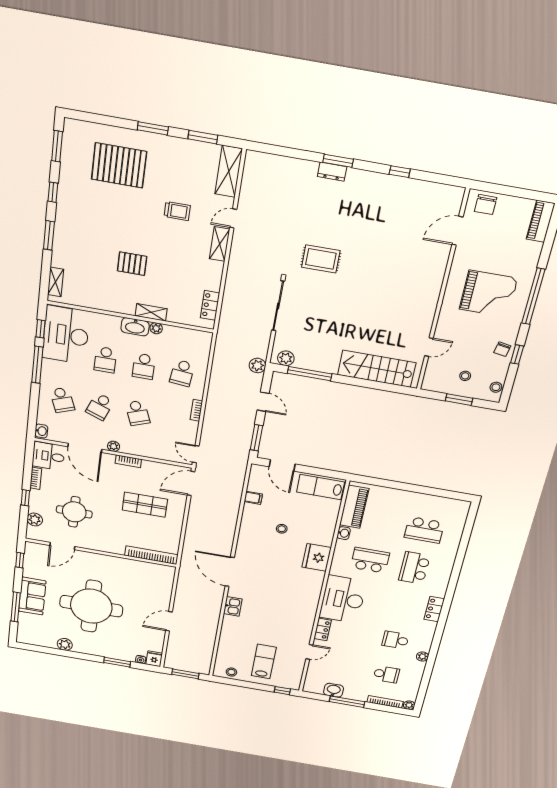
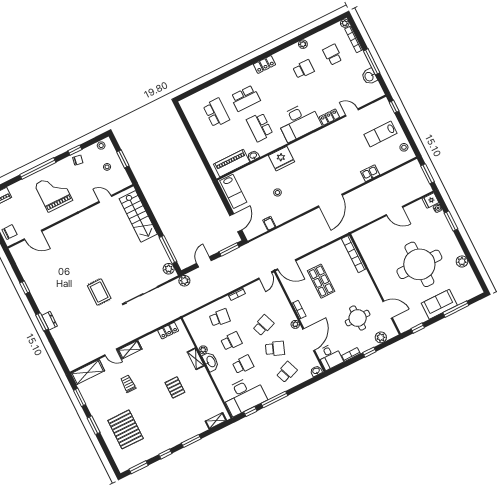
kitchen sink: (233, 606) -> (370, 173), moved
school desk: (395, 640) -> (304, 69), turned -90

